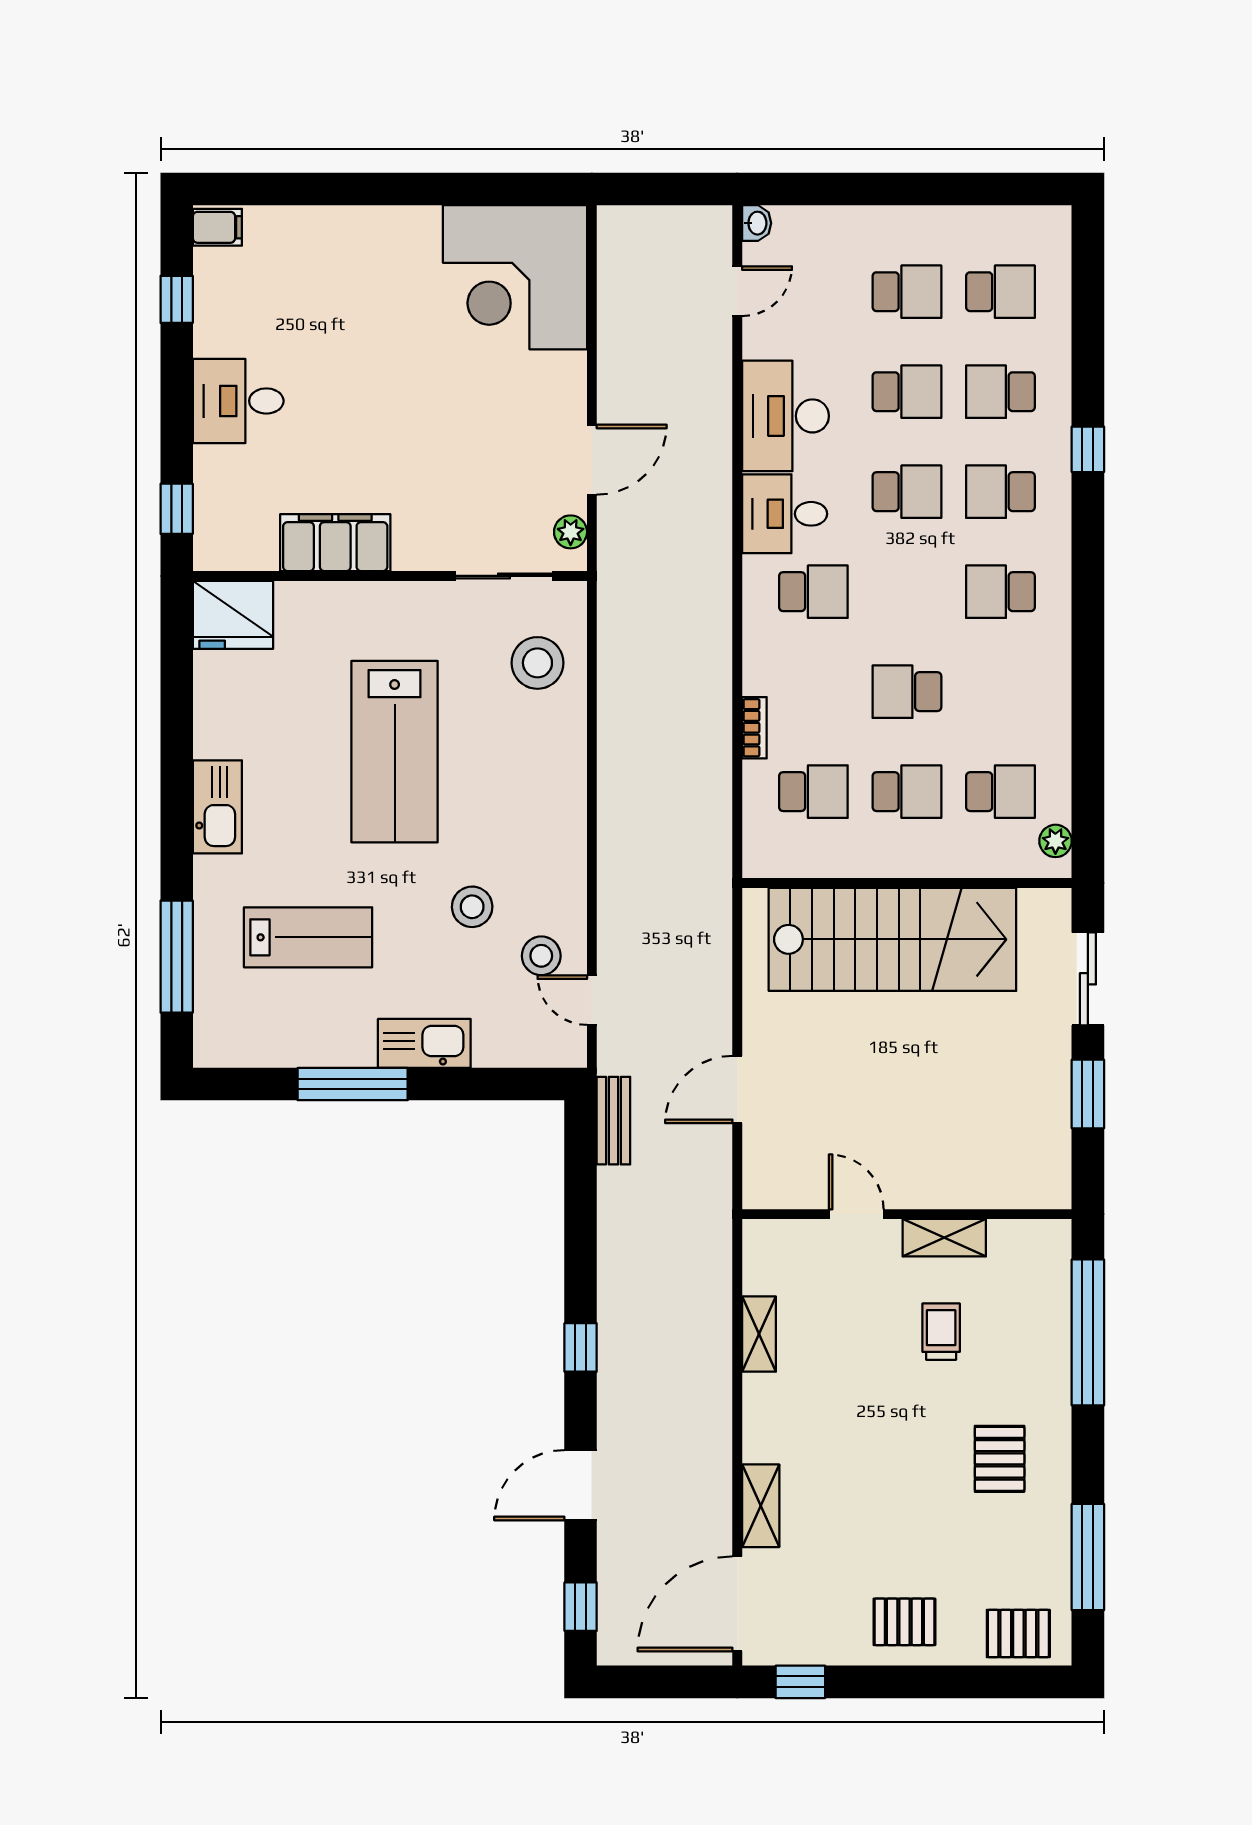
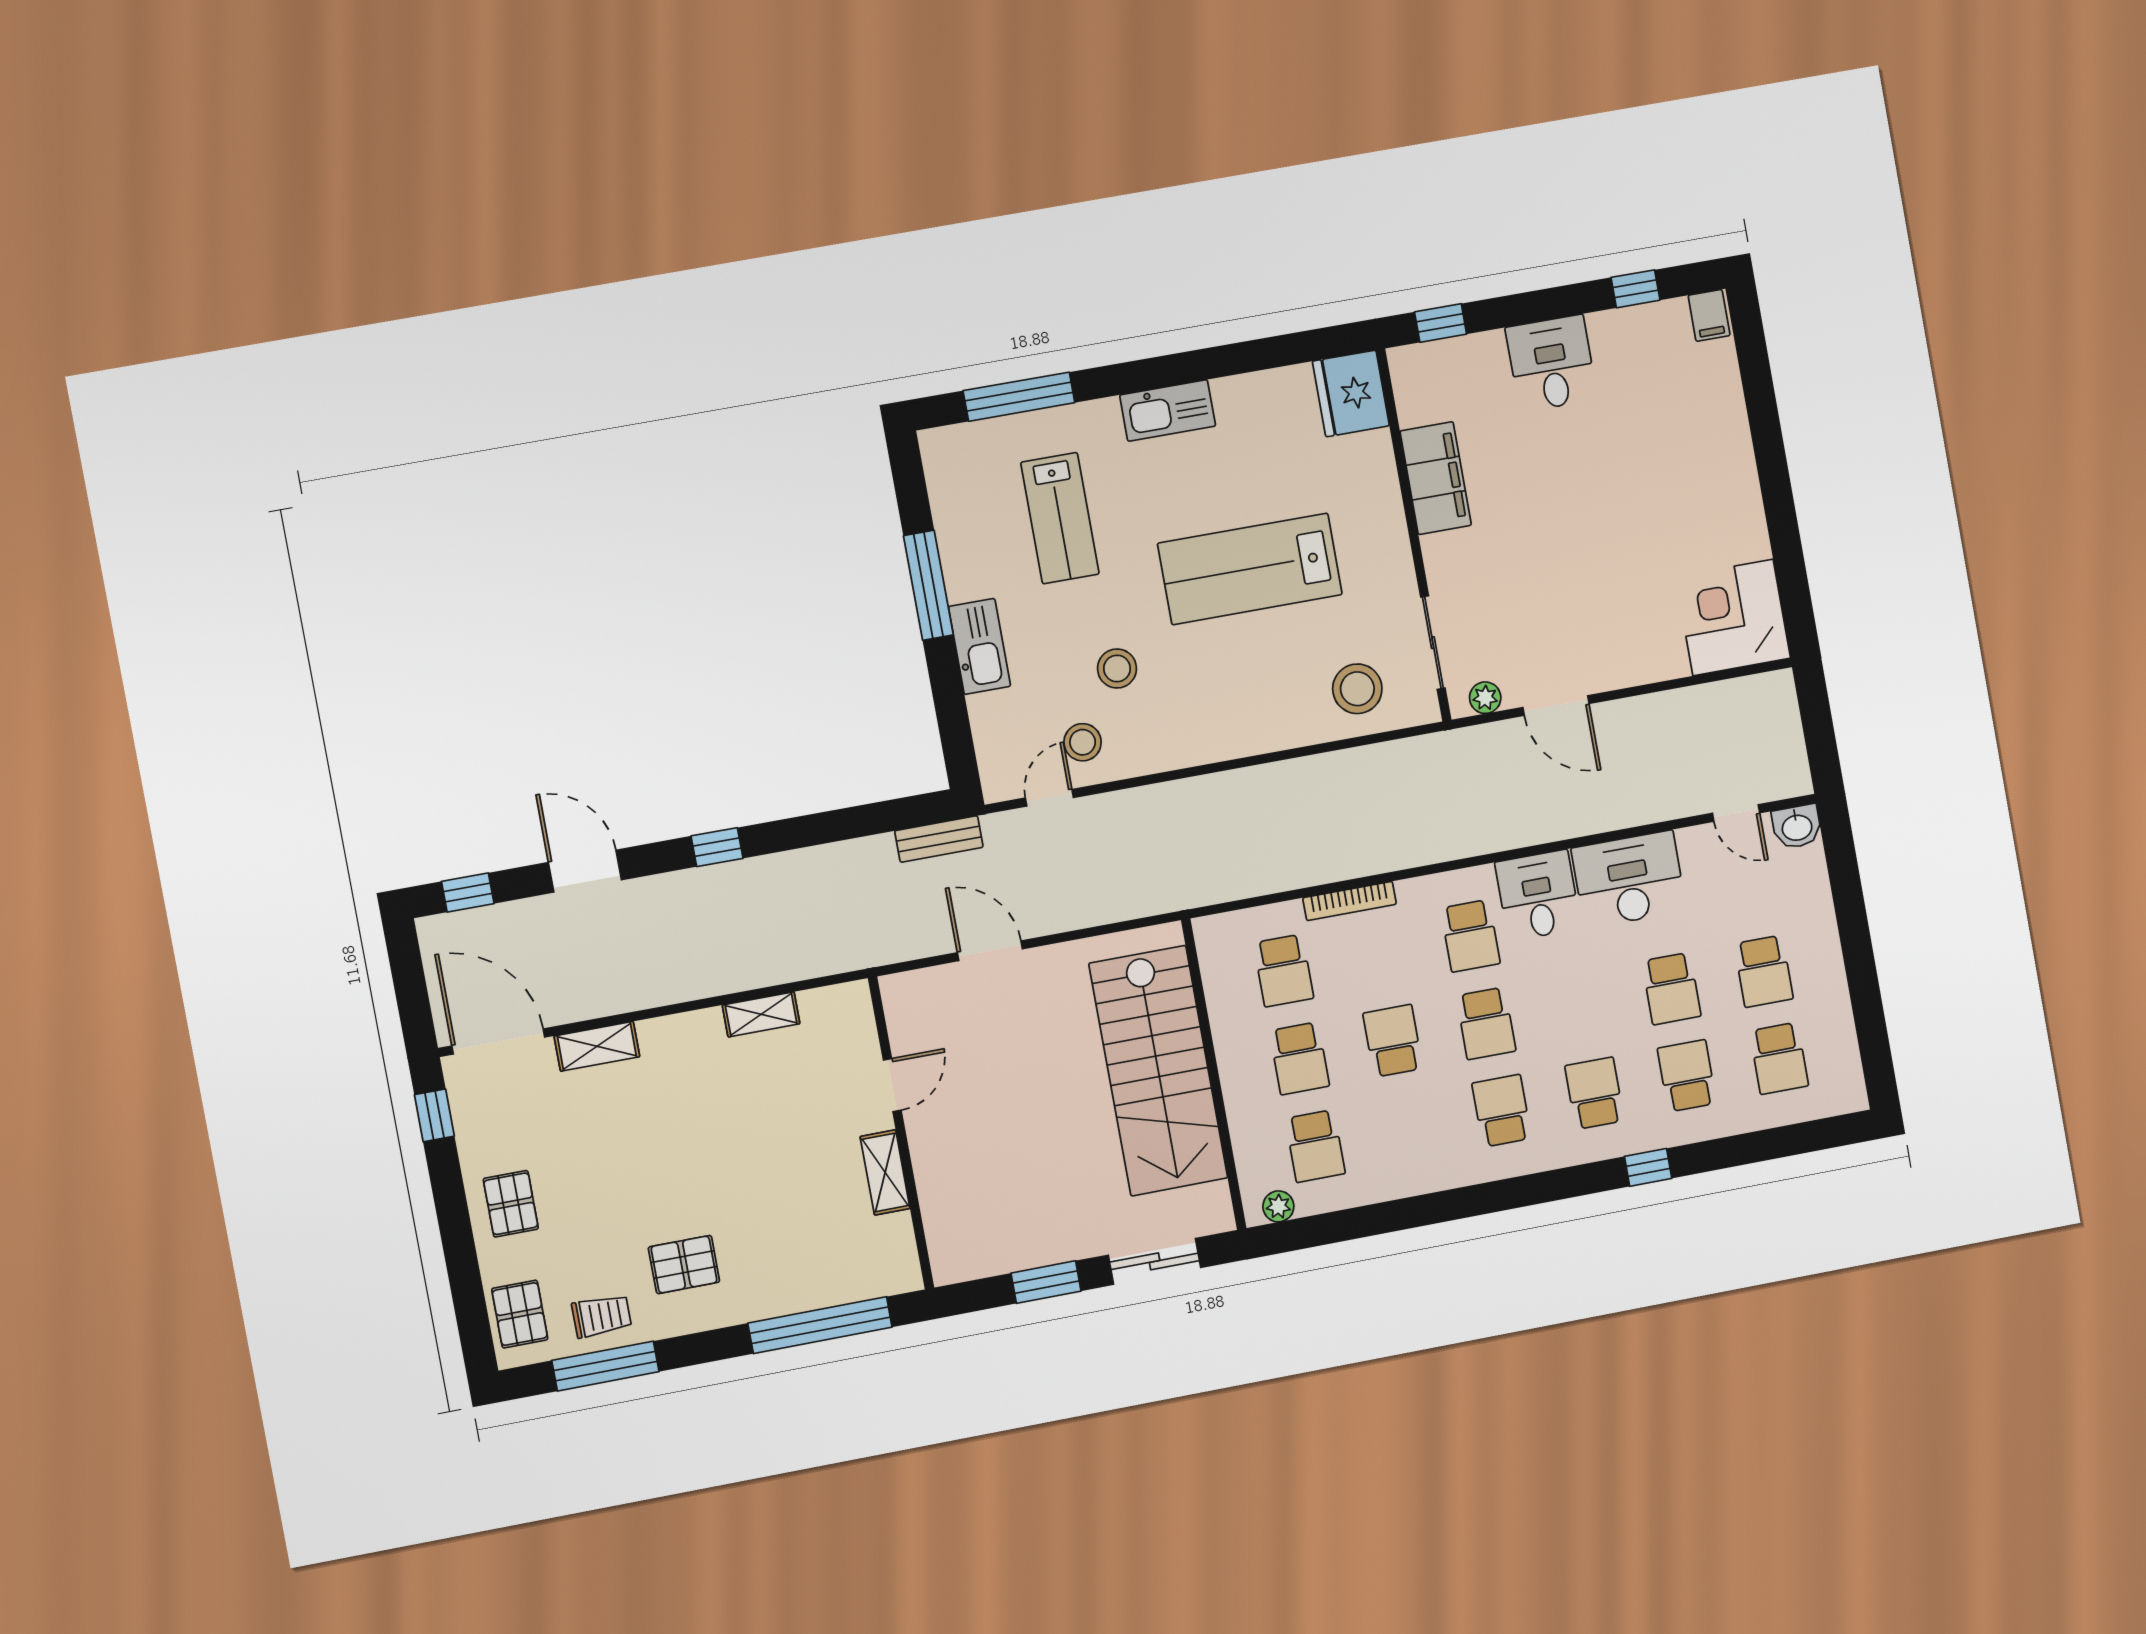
washbasin: (757, 223) -> (1797, 827), width x1.38, depth x1.45
corner desk: (515, 277) -> (1733, 617), width x0.74, depth x0.74
school desk: (907, 492) -> (1486, 1023), moved
bookcase: (754, 728) -> (1350, 901), width x1.56
trolley: (941, 1332) -> (602, 1316), moved

